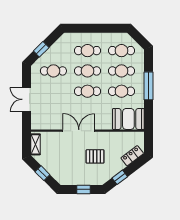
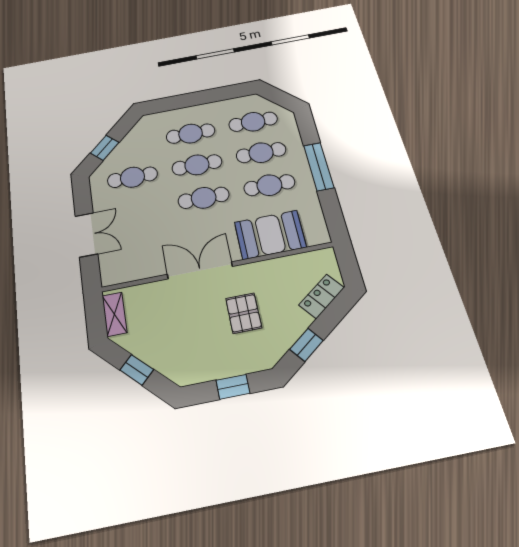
double door: (26, 99) -> (86, 235), swing flipped
booth: (128, 119) -> (270, 235), moved
pallet: (95, 156) -> (244, 313), turned 90

